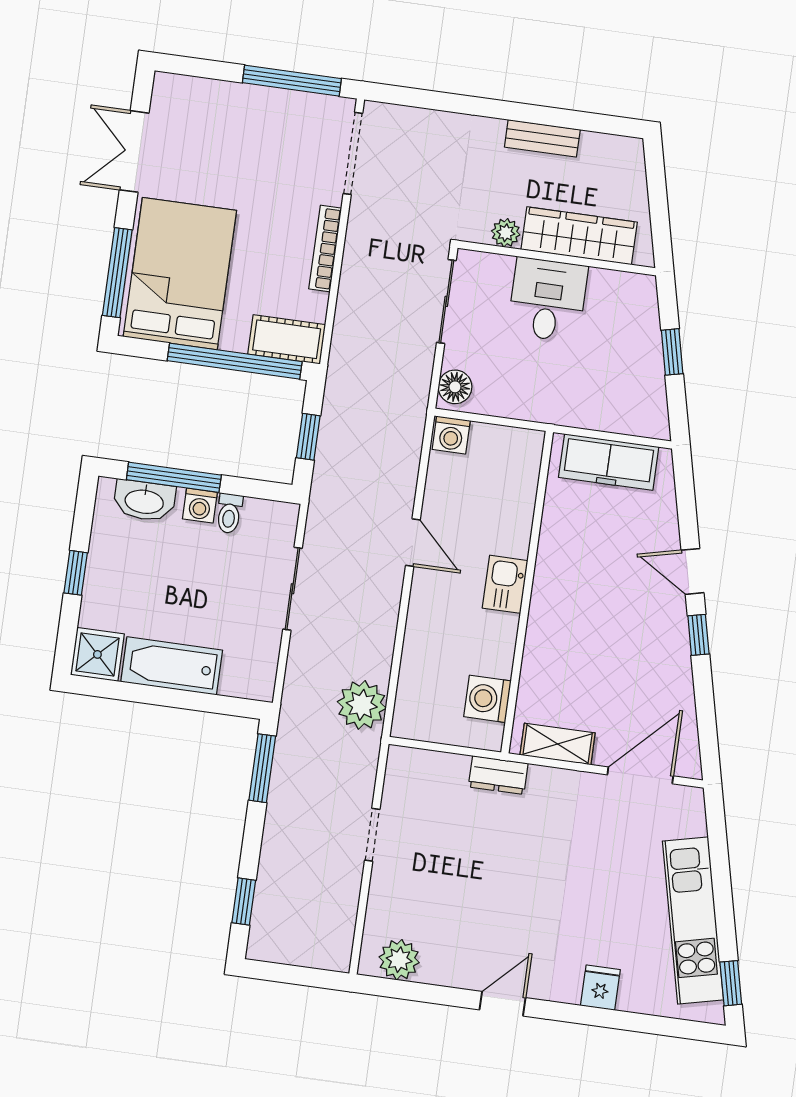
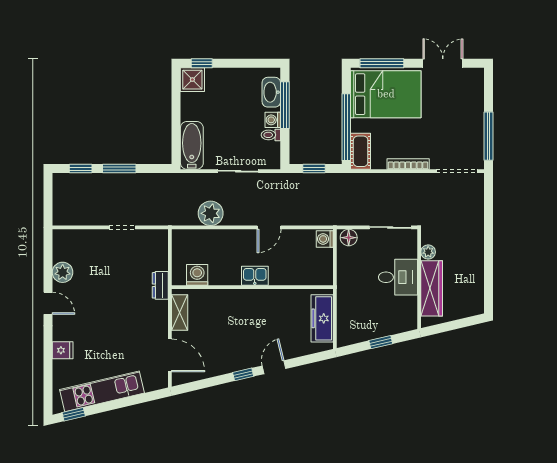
bench: (542, 138) -> (477, 264), removed
window: (76, 573) -> (202, 63), moved
bathtub: (172, 666) -> (192, 145), moved
plant: (362, 705) -> (211, 213), moved
window: (262, 768) -> (119, 169), moved
plant: (399, 960) -> (63, 272), moved

